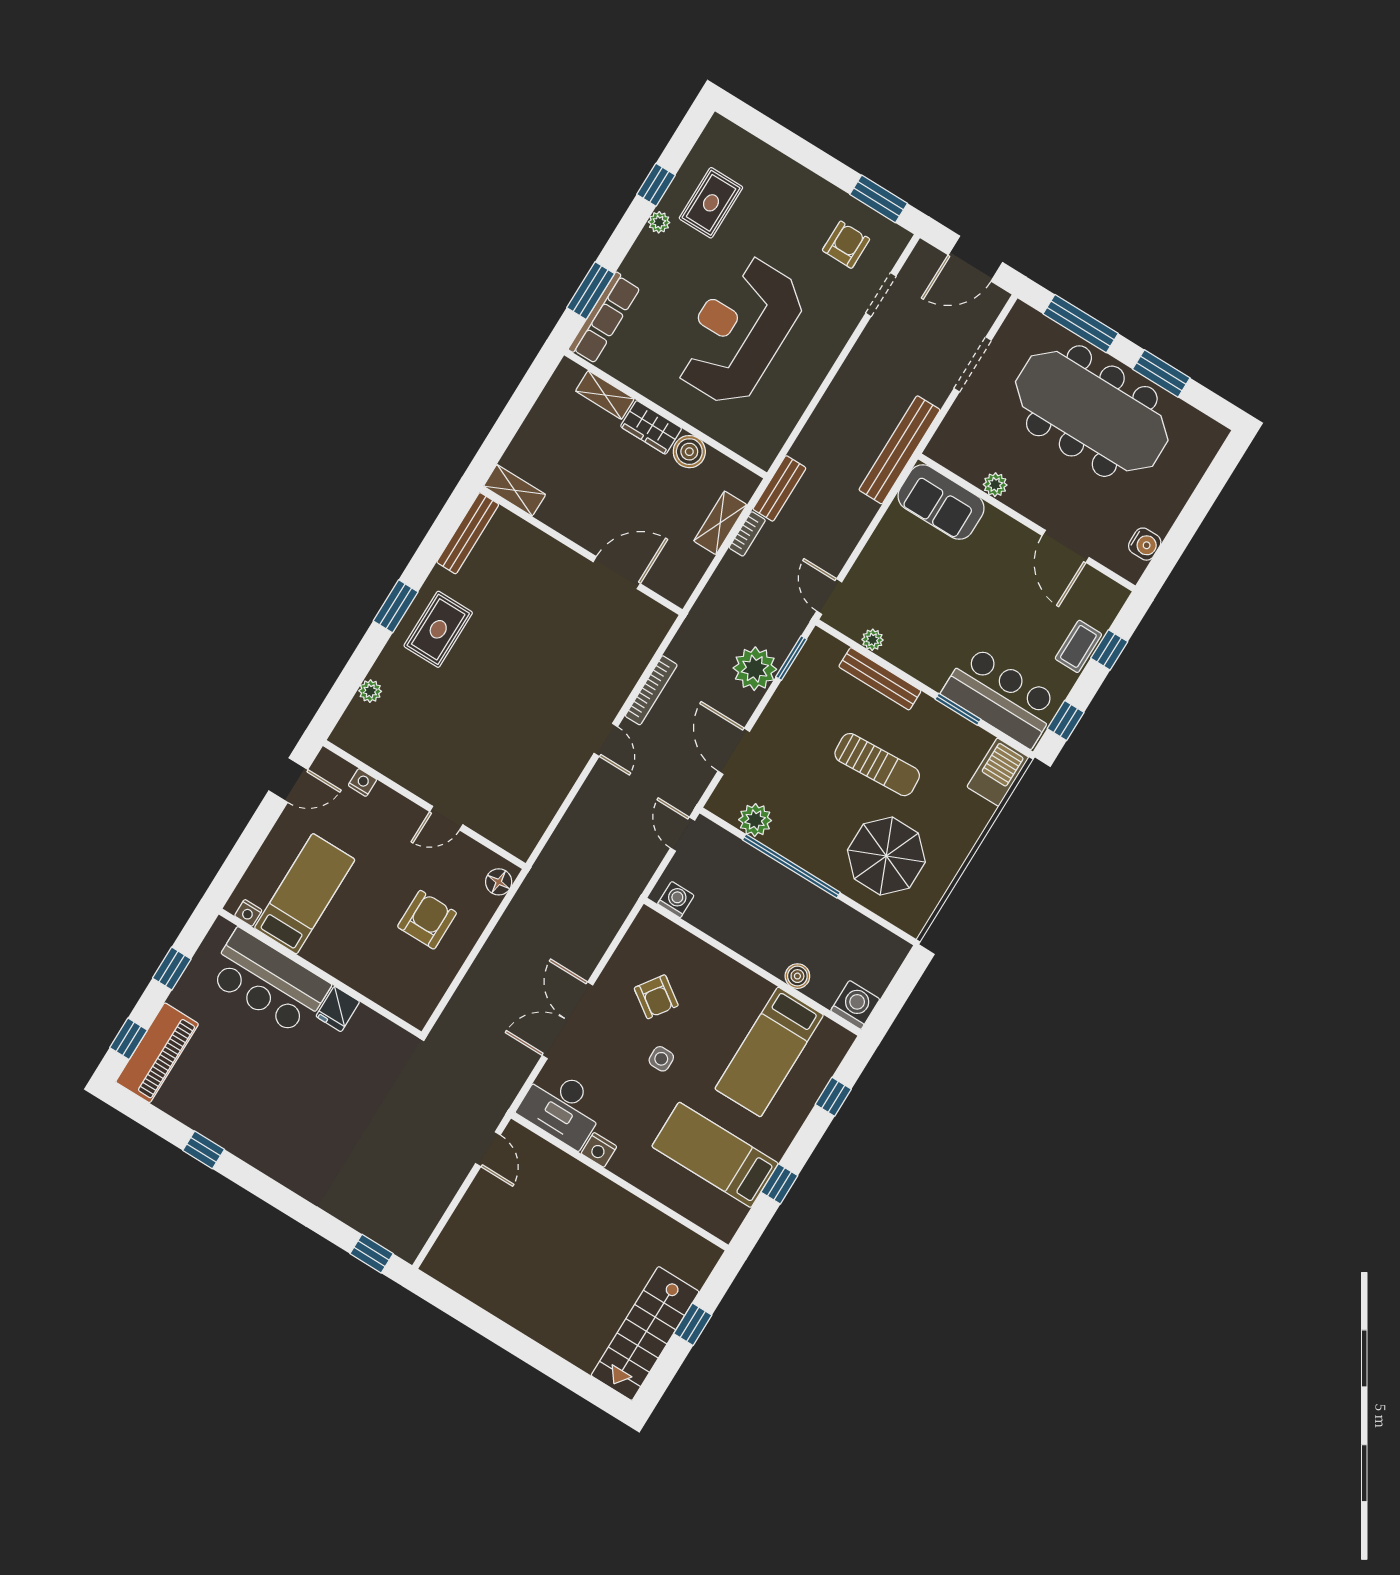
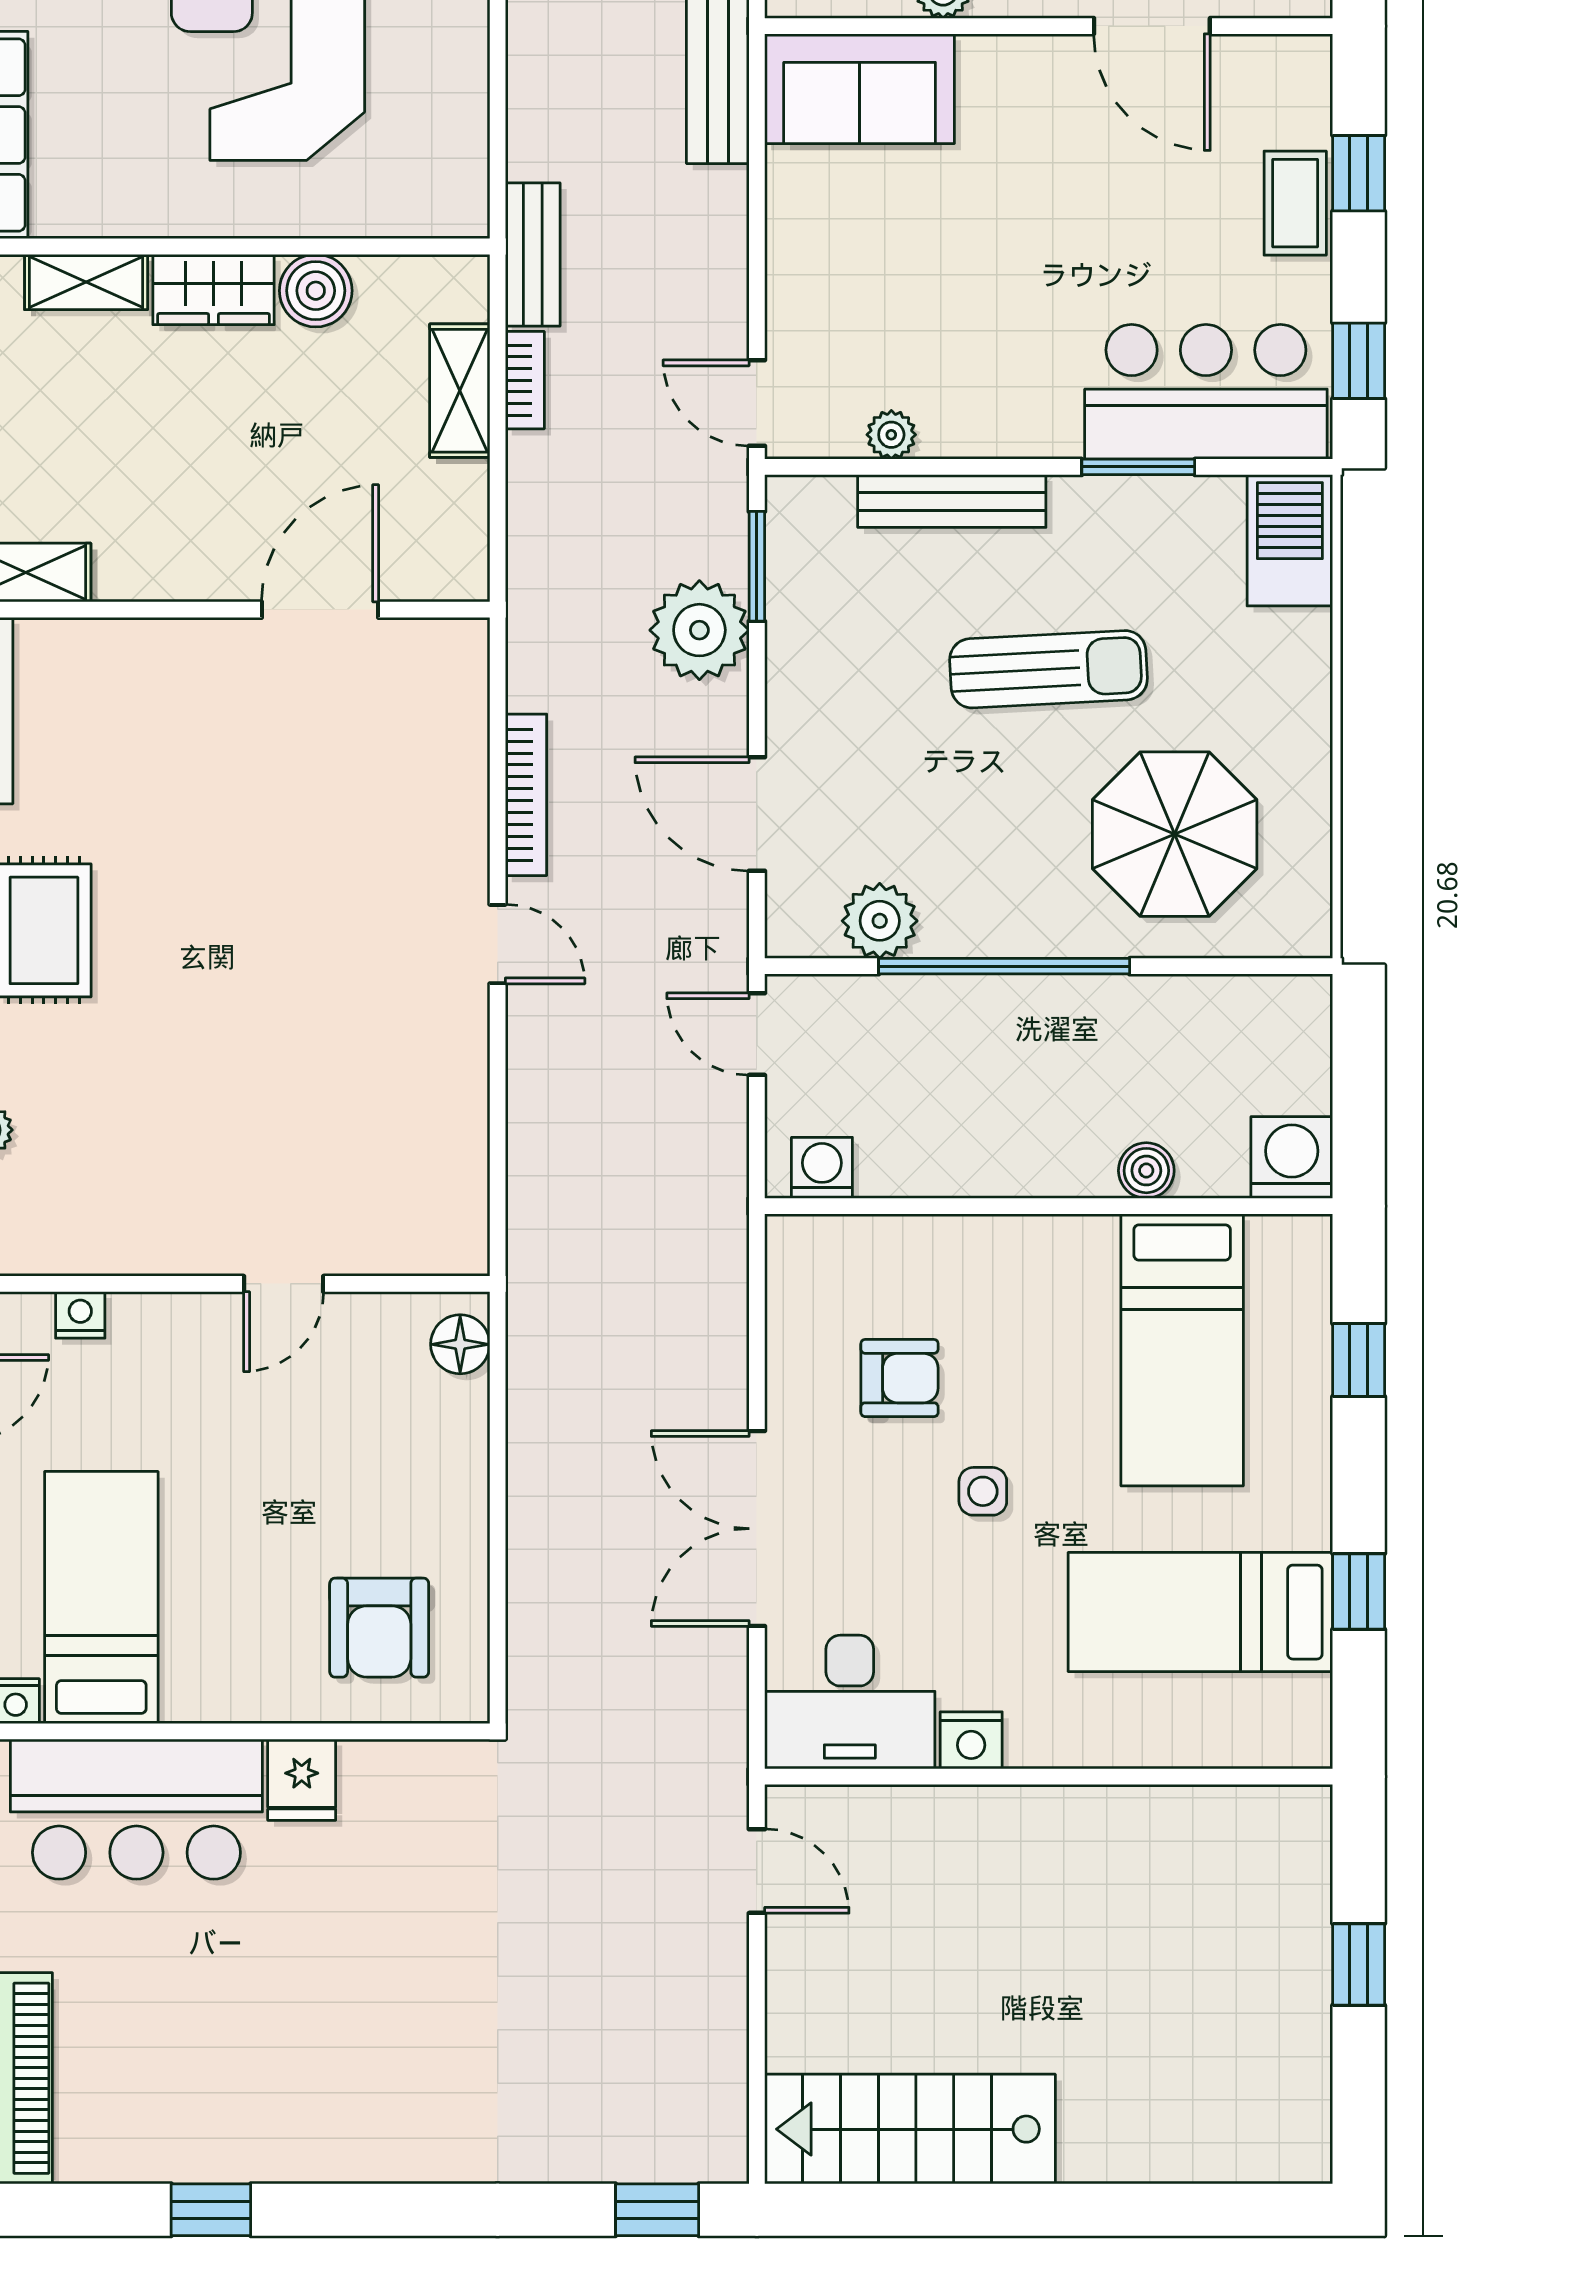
armchair: (427, 920) -> (379, 1628), moved, turned 180
armchair: (656, 997) -> (900, 1378), turned -35
stairs: (645, 1333) -> (910, 2129), moved, turned 90

